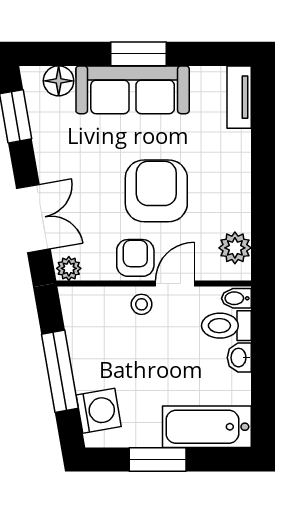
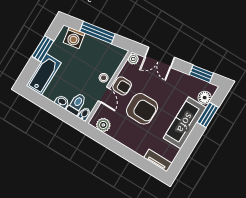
window: (139, 54) -> (208, 115), moved

